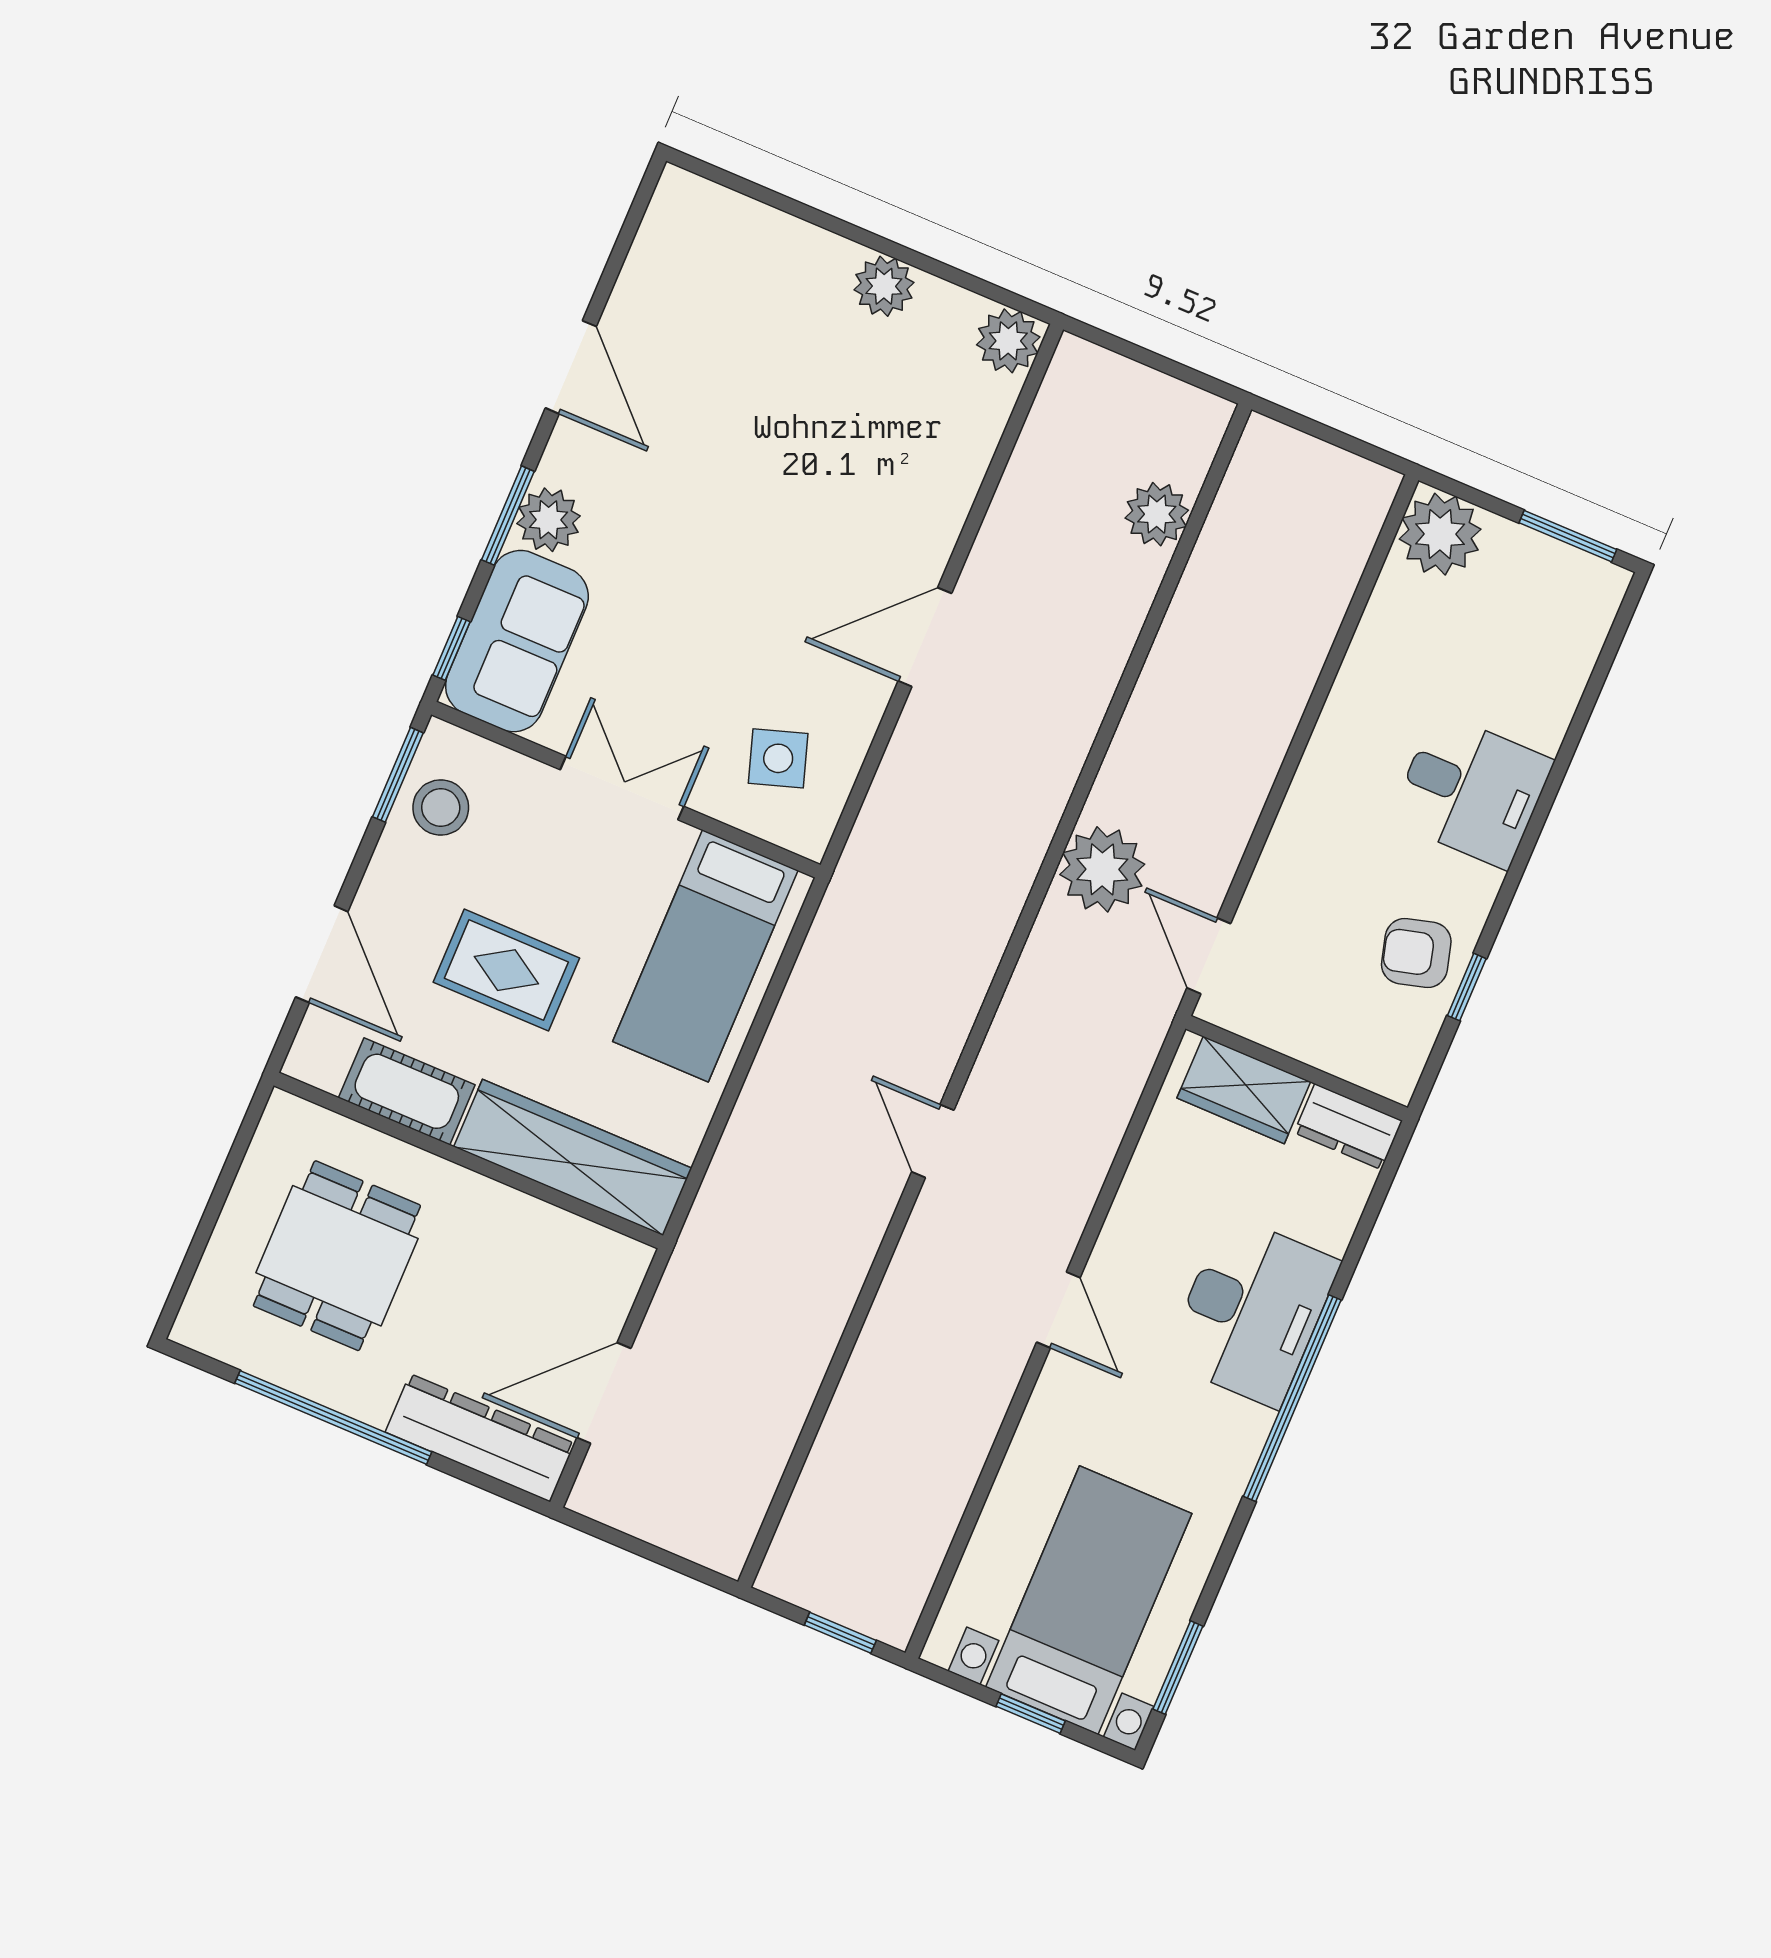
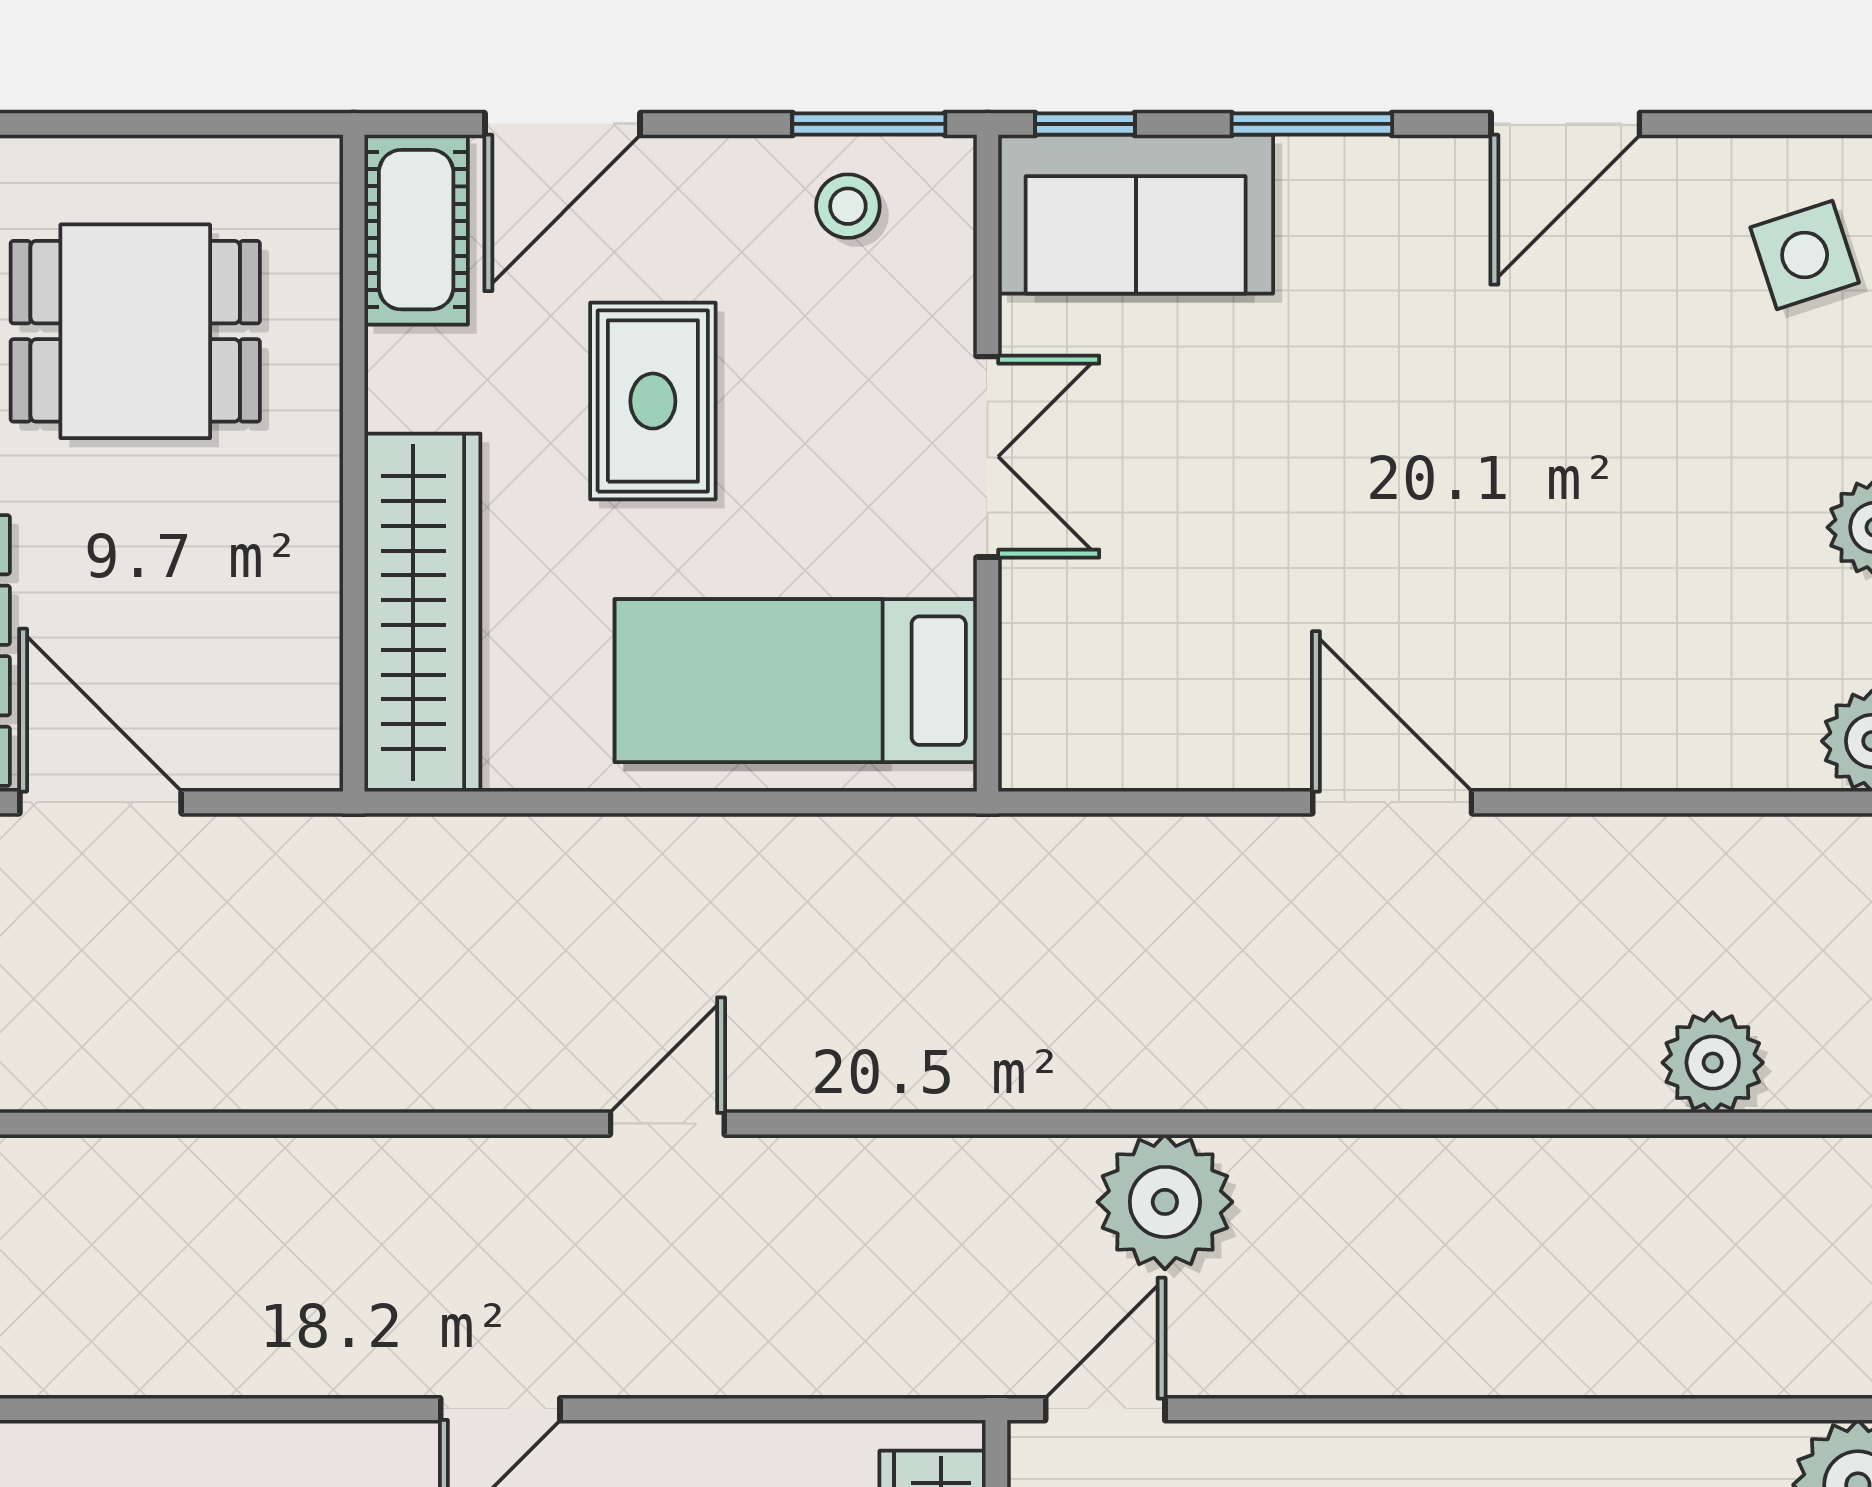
plant: (548, 520) -> (1331, 185), removed
side table: (778, 758) -> (1805, 255), moved
stool: (441, 808) -> (848, 206), width x0.73, depth x0.73
cot: (407, 1091) -> (416, 230), moved

